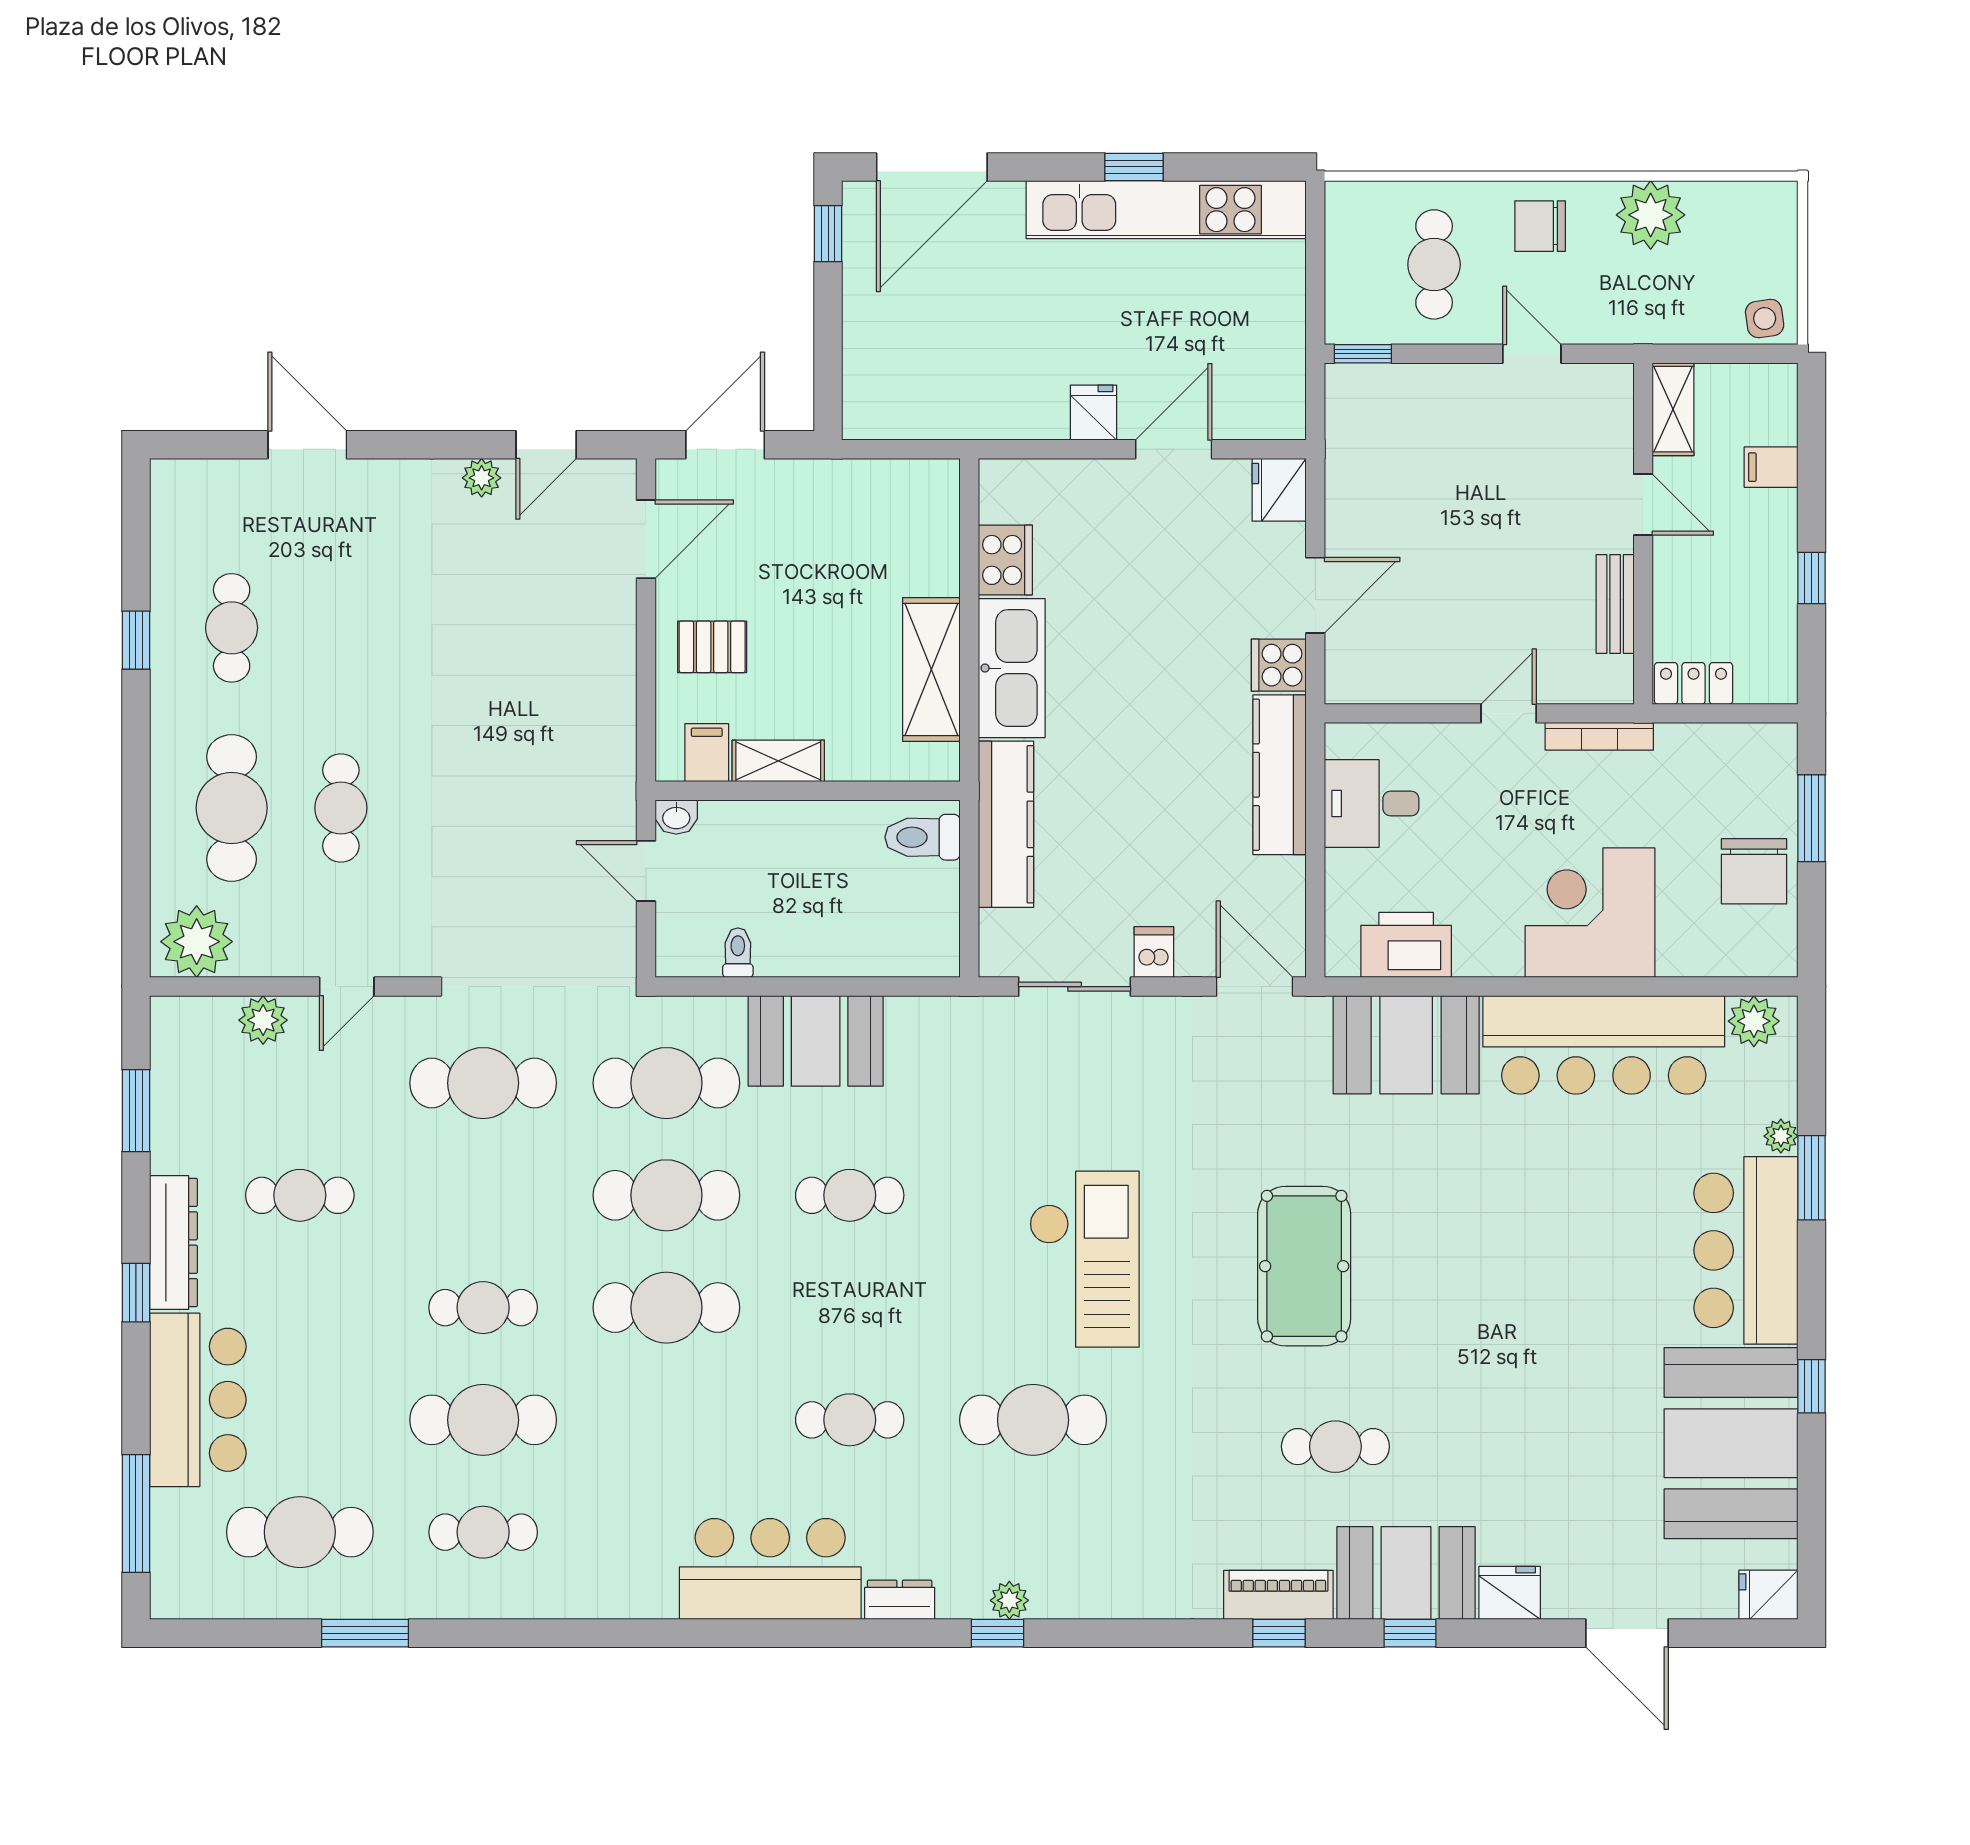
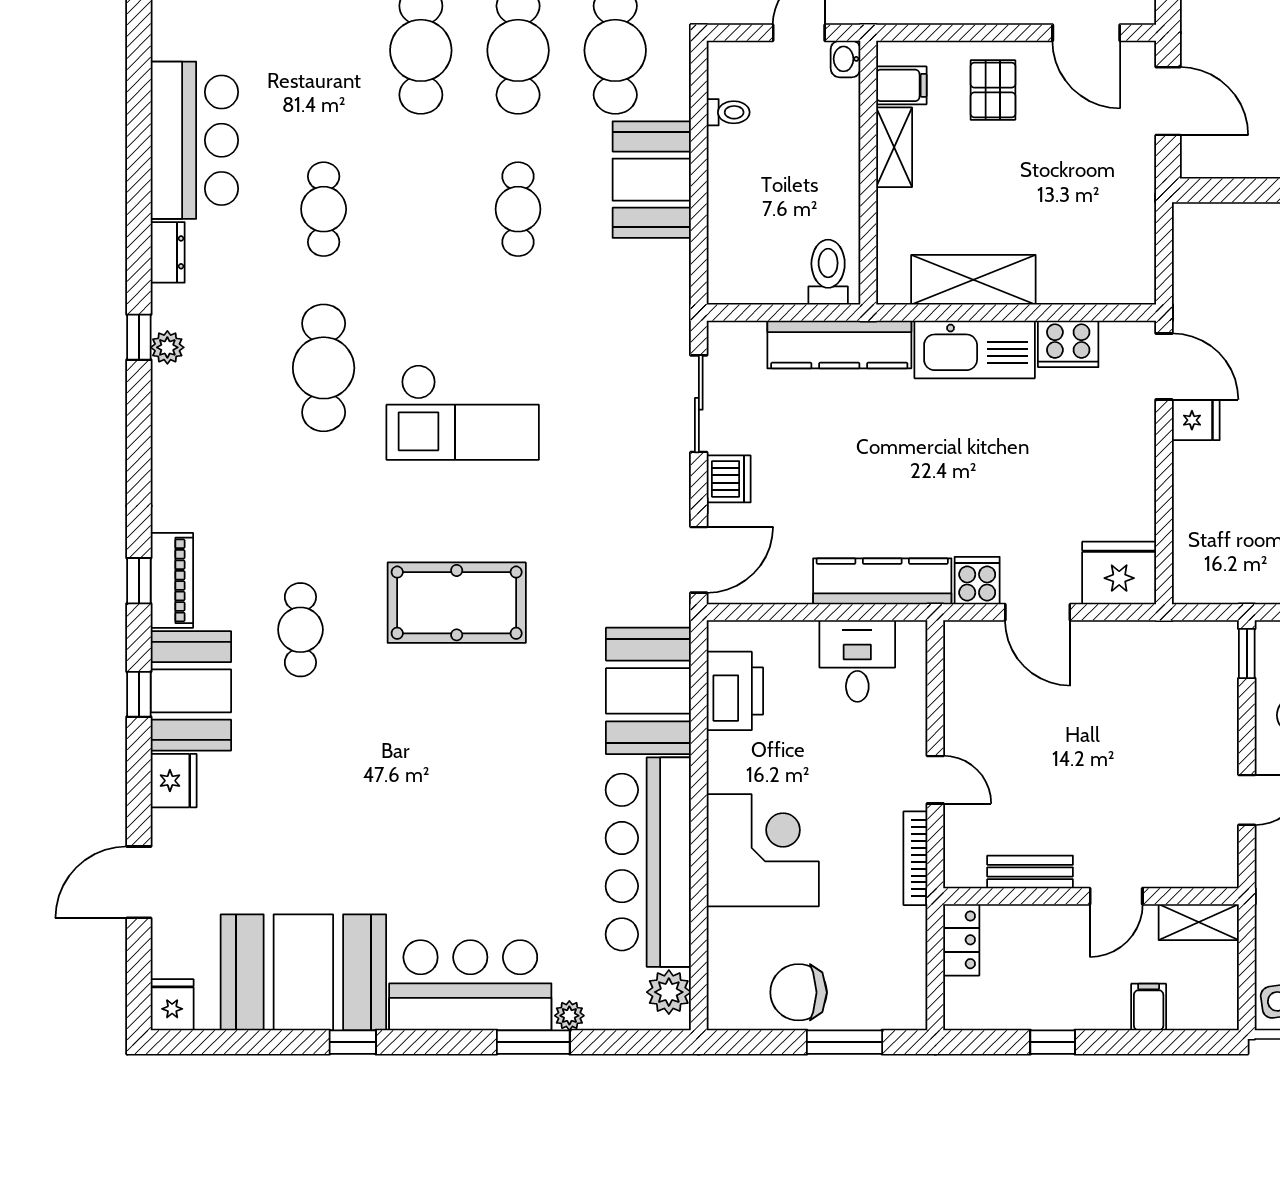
door: (1174, 449) -> (1164, 366), moved
fridge: (1279, 490) -> (1119, 573), width x1.36, depth x1.34
dishwasher: (1154, 952) -> (729, 479), width x1.38

